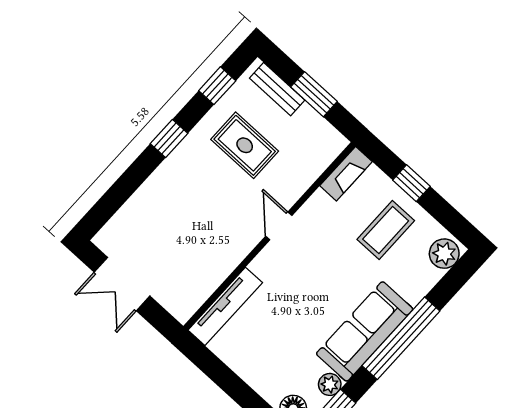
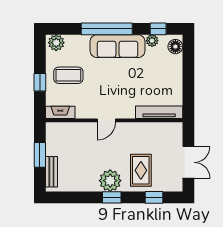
window: (217, 86) -> (154, 197), moved
rug: (245, 145) -> (141, 170), moved
plant: (193, 157) -> (110, 181), added

